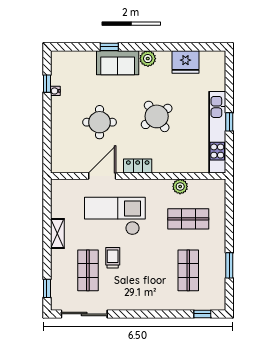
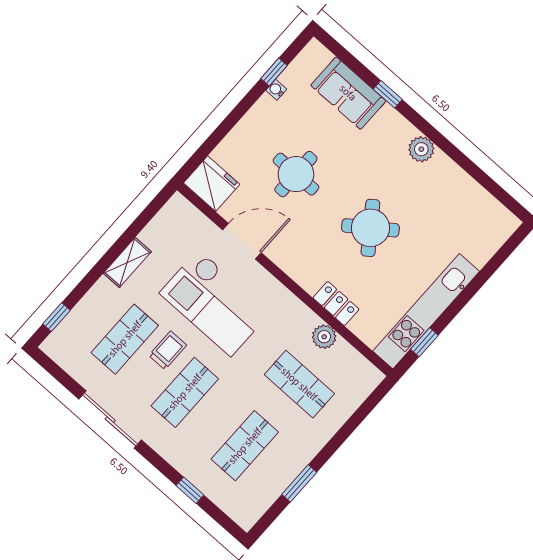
fridge: (185, 62) -> (212, 184), moved, turned 180
sofa: (118, 63) -> (348, 93), moved
window: (229, 122) -> (424, 342), moved
locker: (138, 166) -> (336, 304), moved
checkout: (115, 216) -> (215, 303), turned 180
shop shelf: (138, 270) -> (185, 392), added
sliding door: (84, 314) -> (110, 420), moved
window: (202, 314) -> (190, 490), moved

